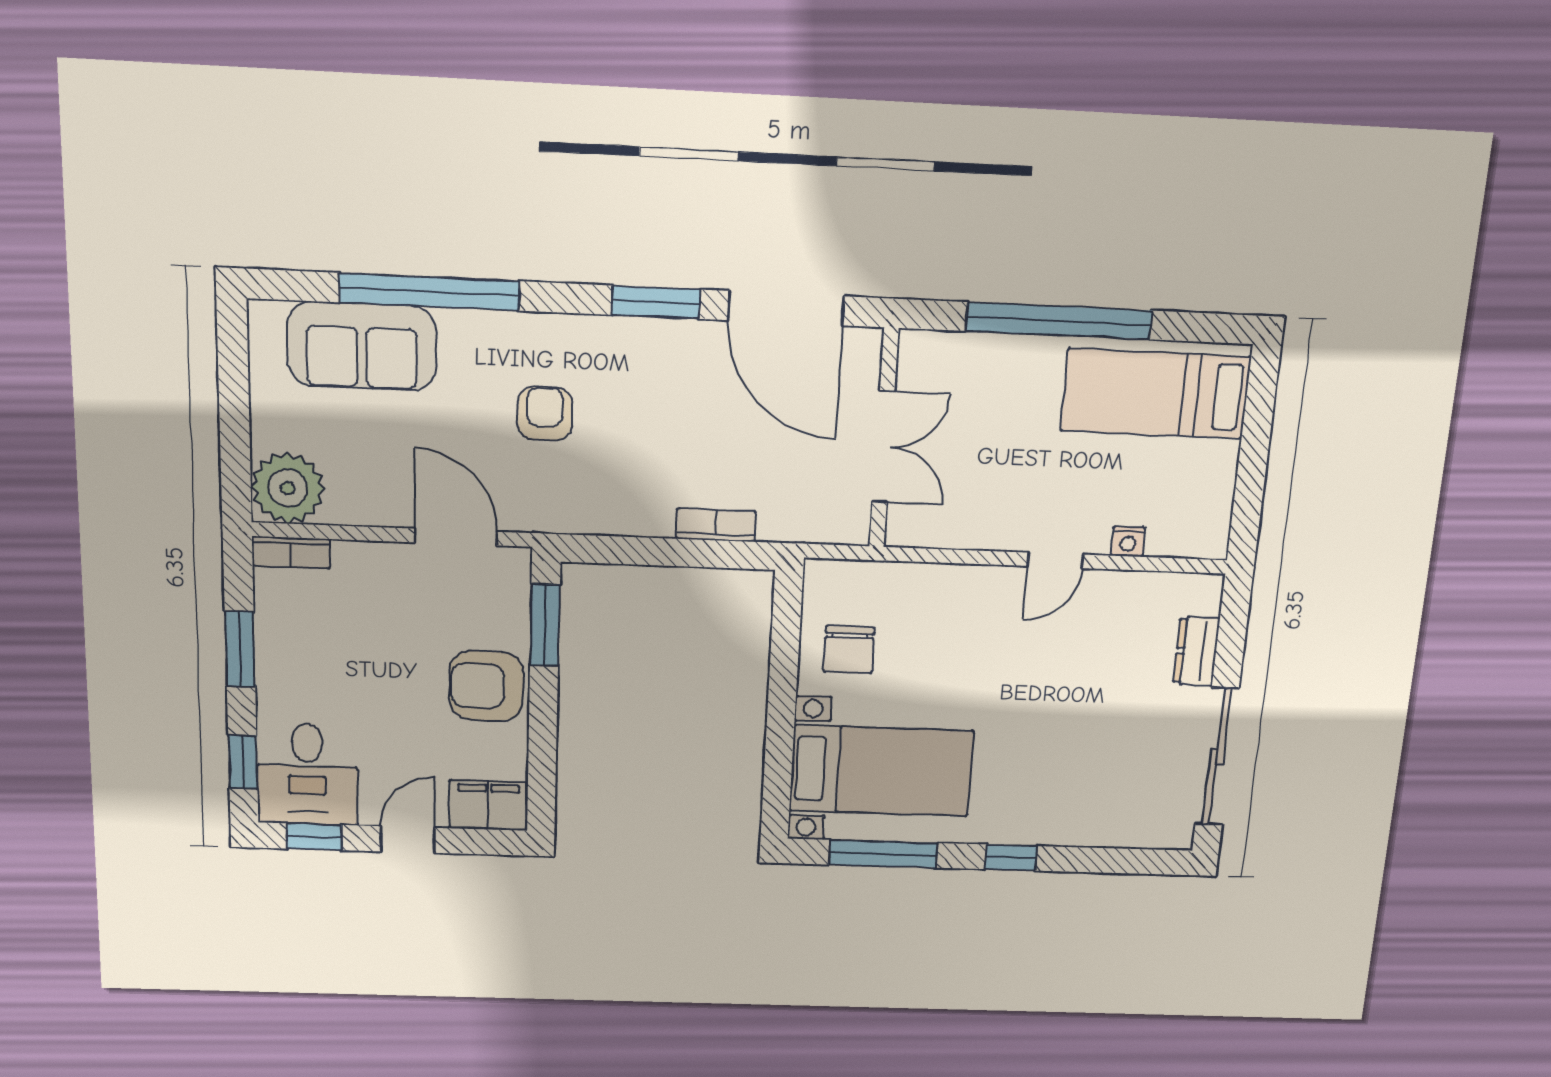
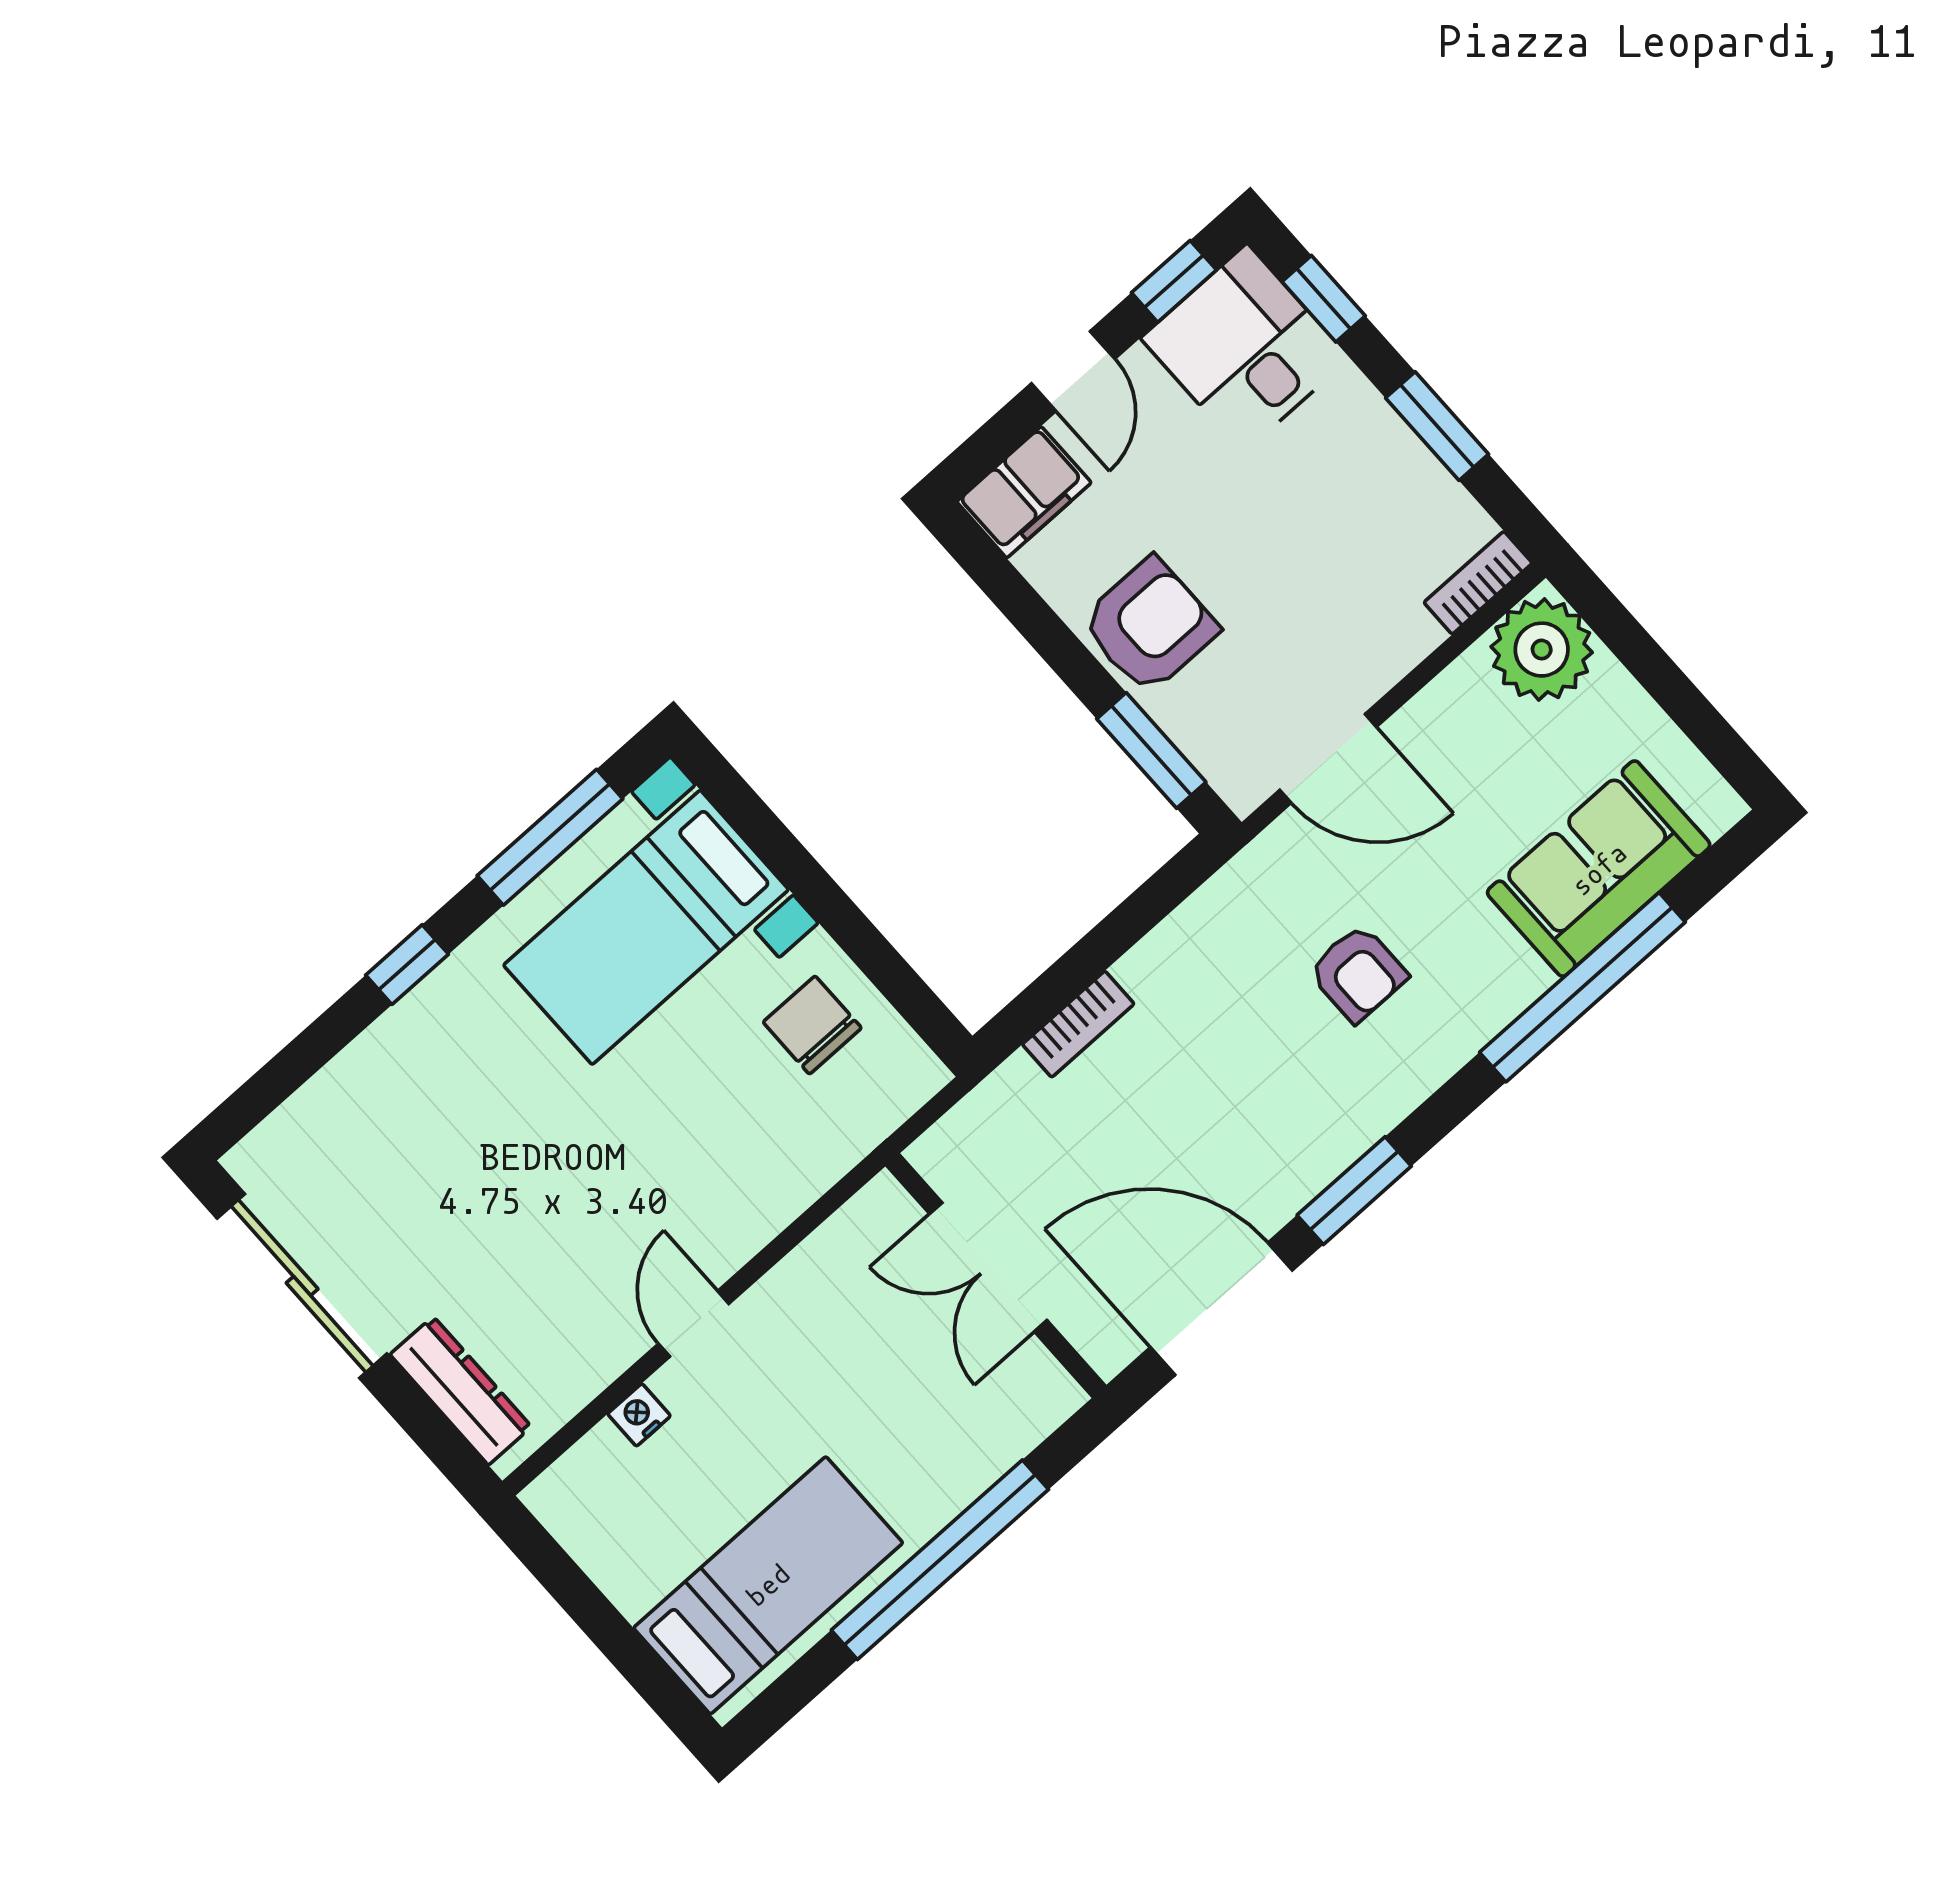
dresser: (1196, 651) -> (461, 1391), width x1.44

